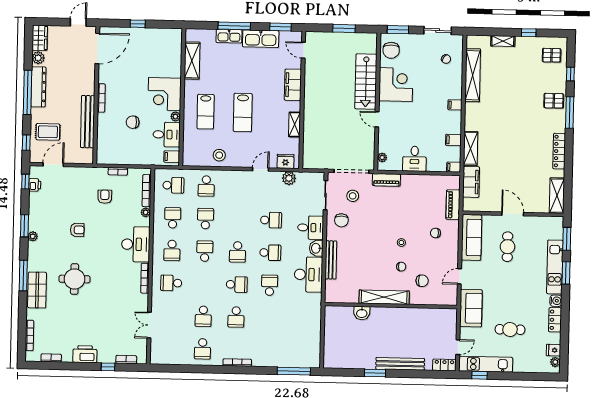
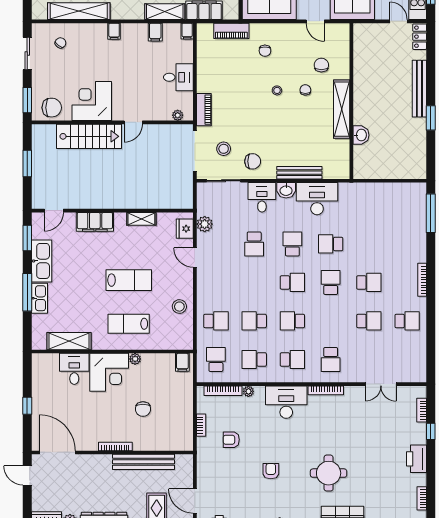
lab bench: (206, 112) -> (129, 324), turned 180
desk: (167, 134) -> (74, 369), moved
school desk: (271, 220) -> (254, 244), turned 180

